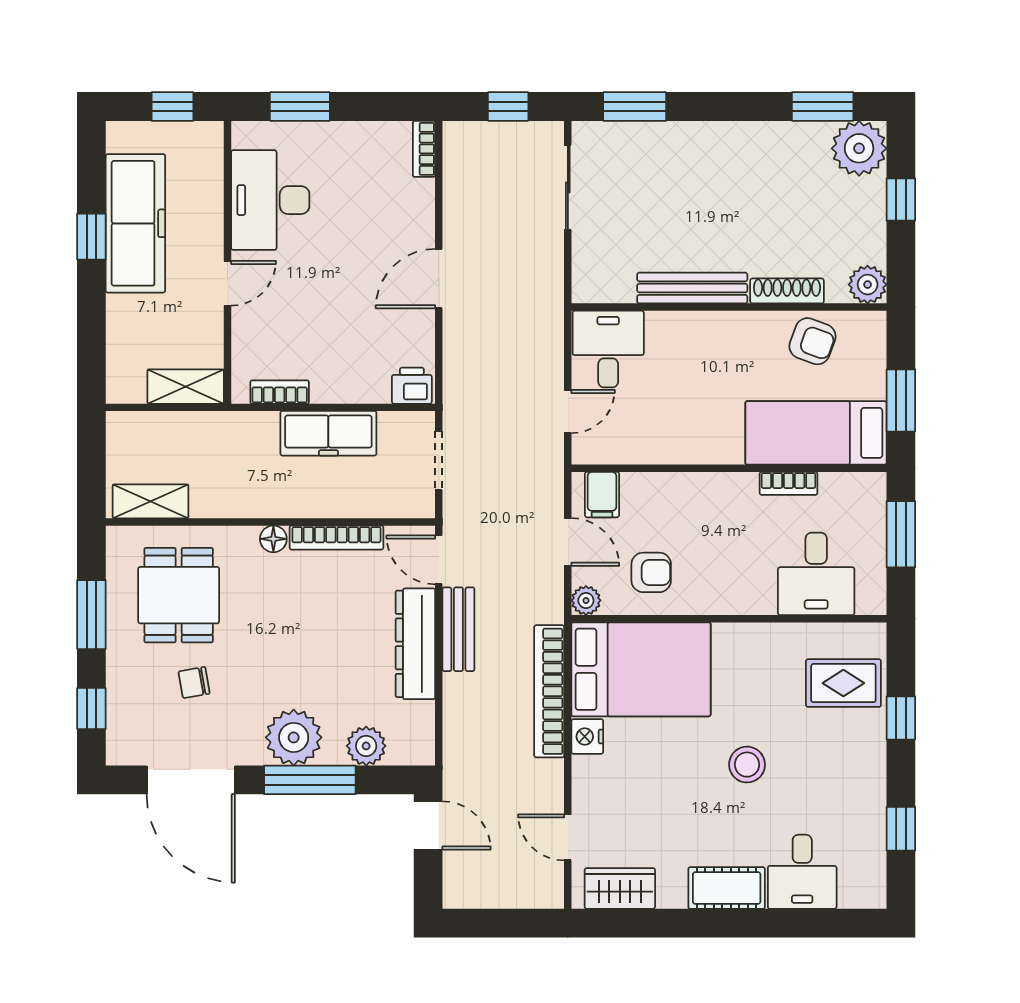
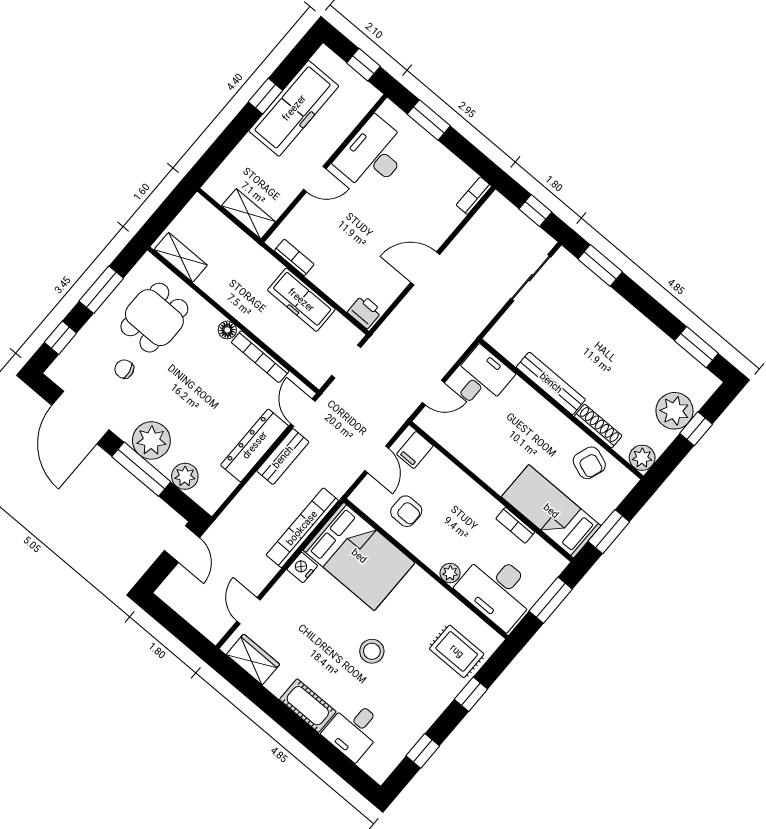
plant: (859, 148) -> (674, 411), moved
desk: (816, 574) -> (497, 590), width x1.37
plant: (586, 600) -> (450, 573), moved

